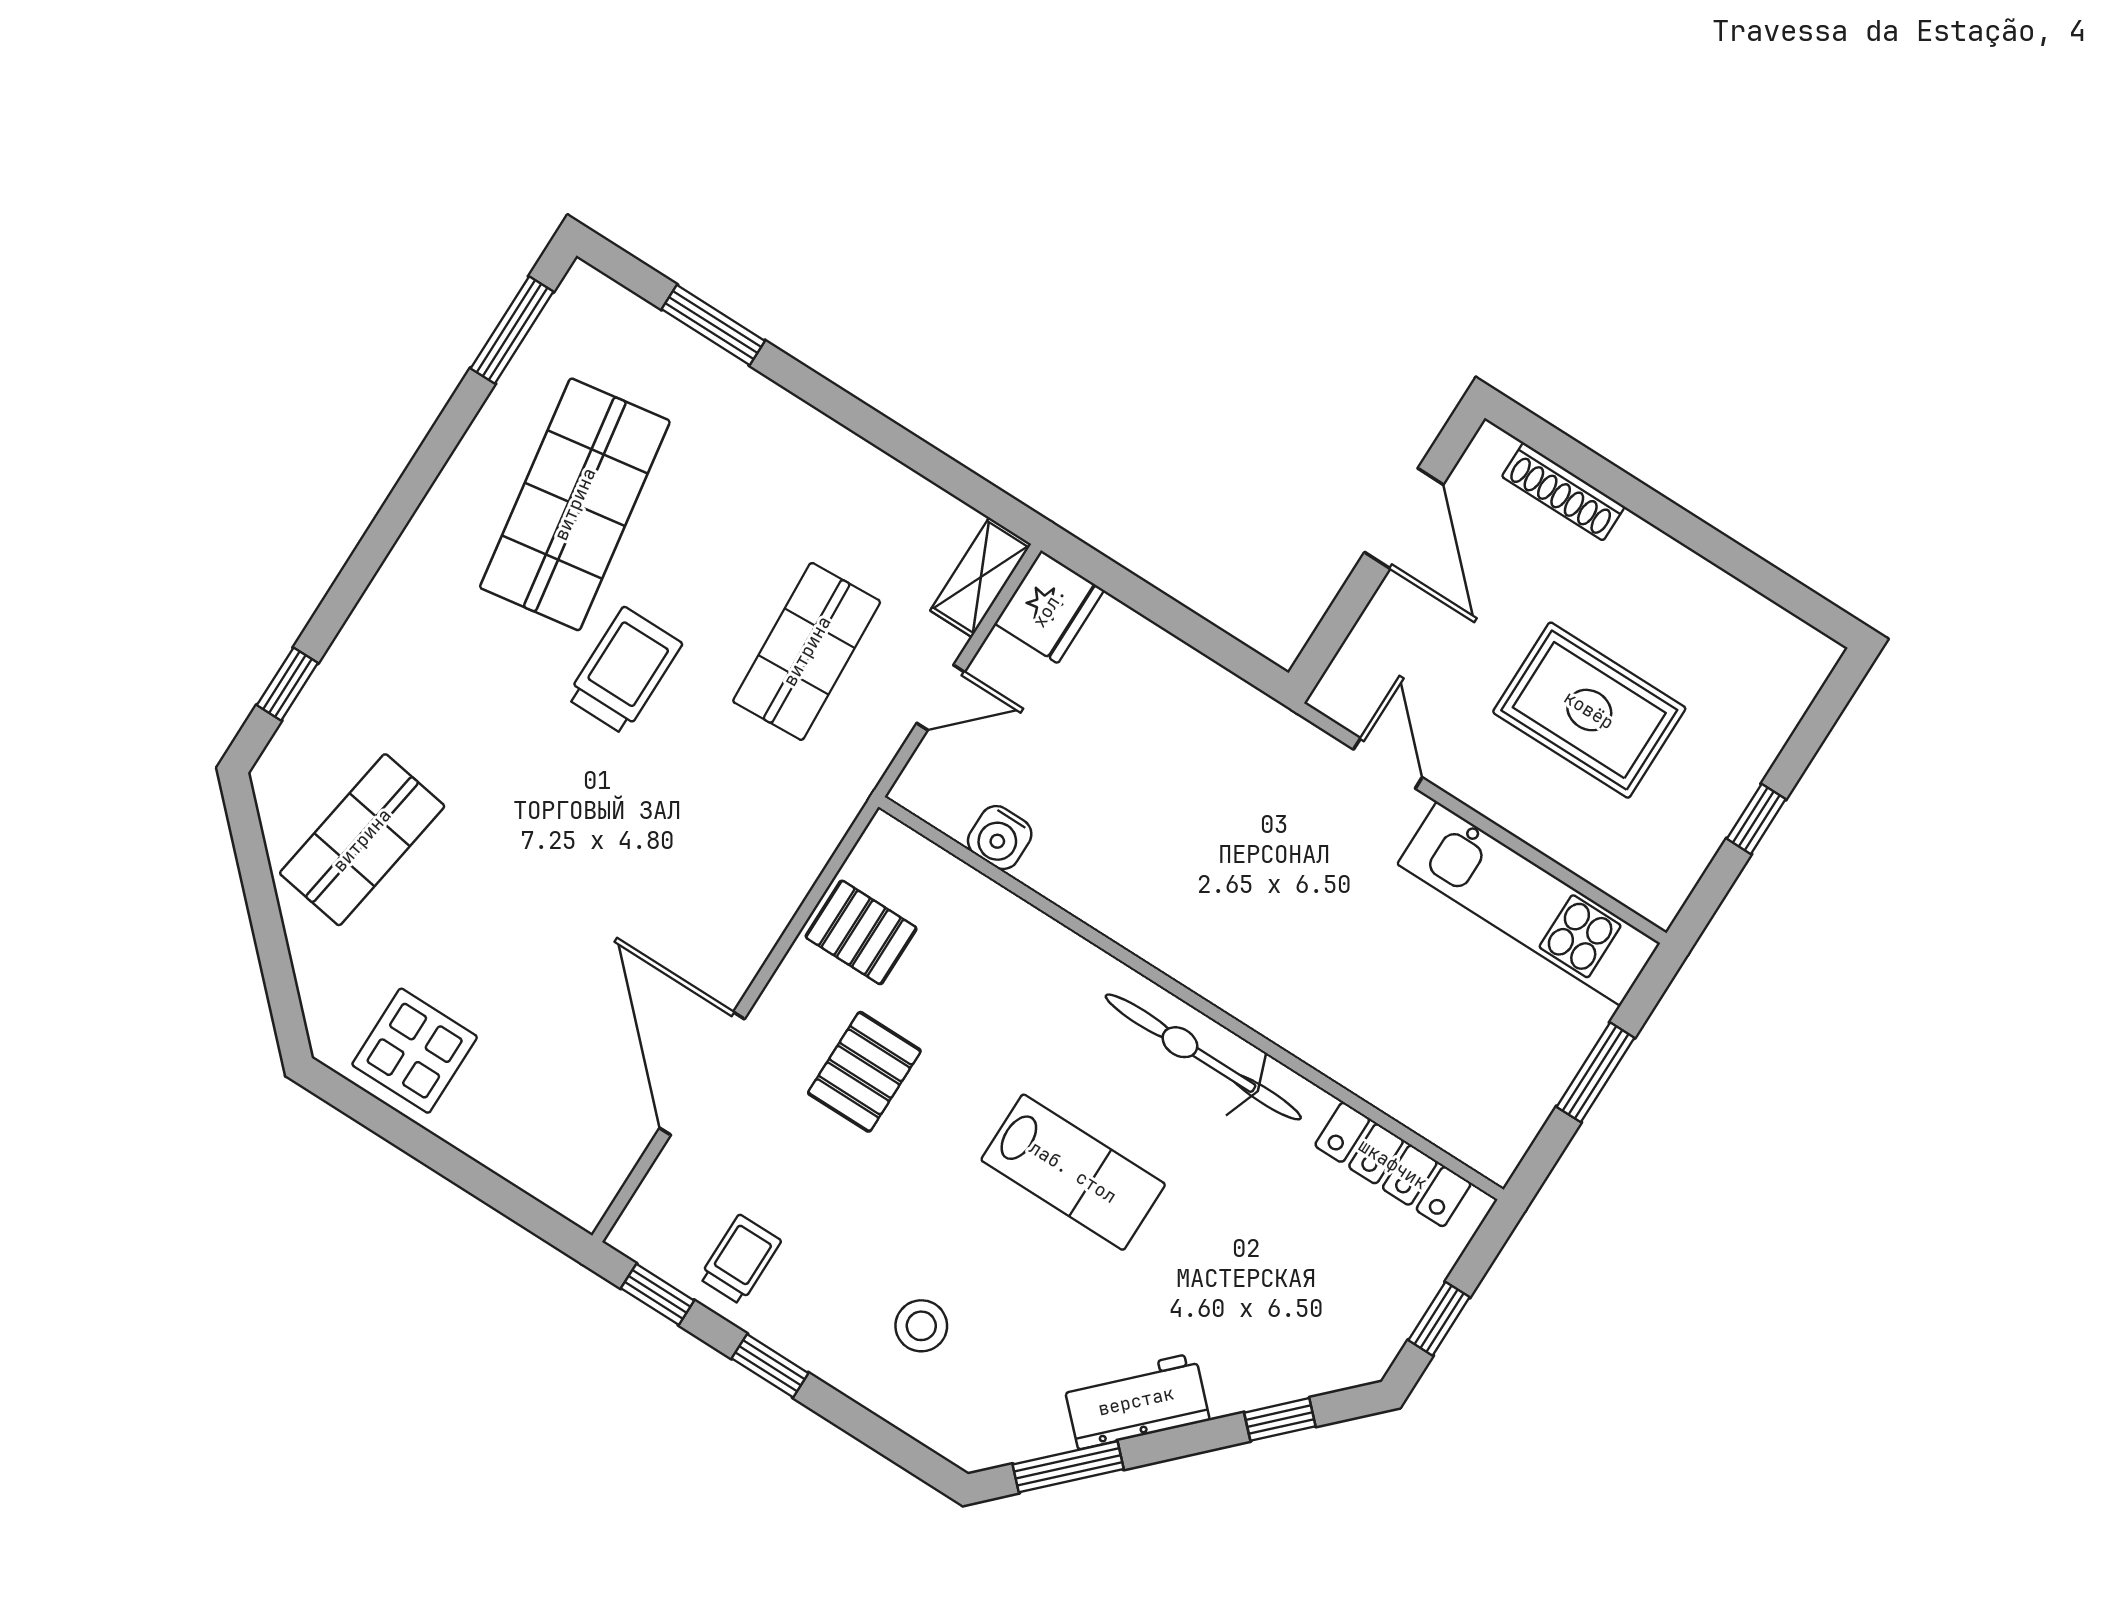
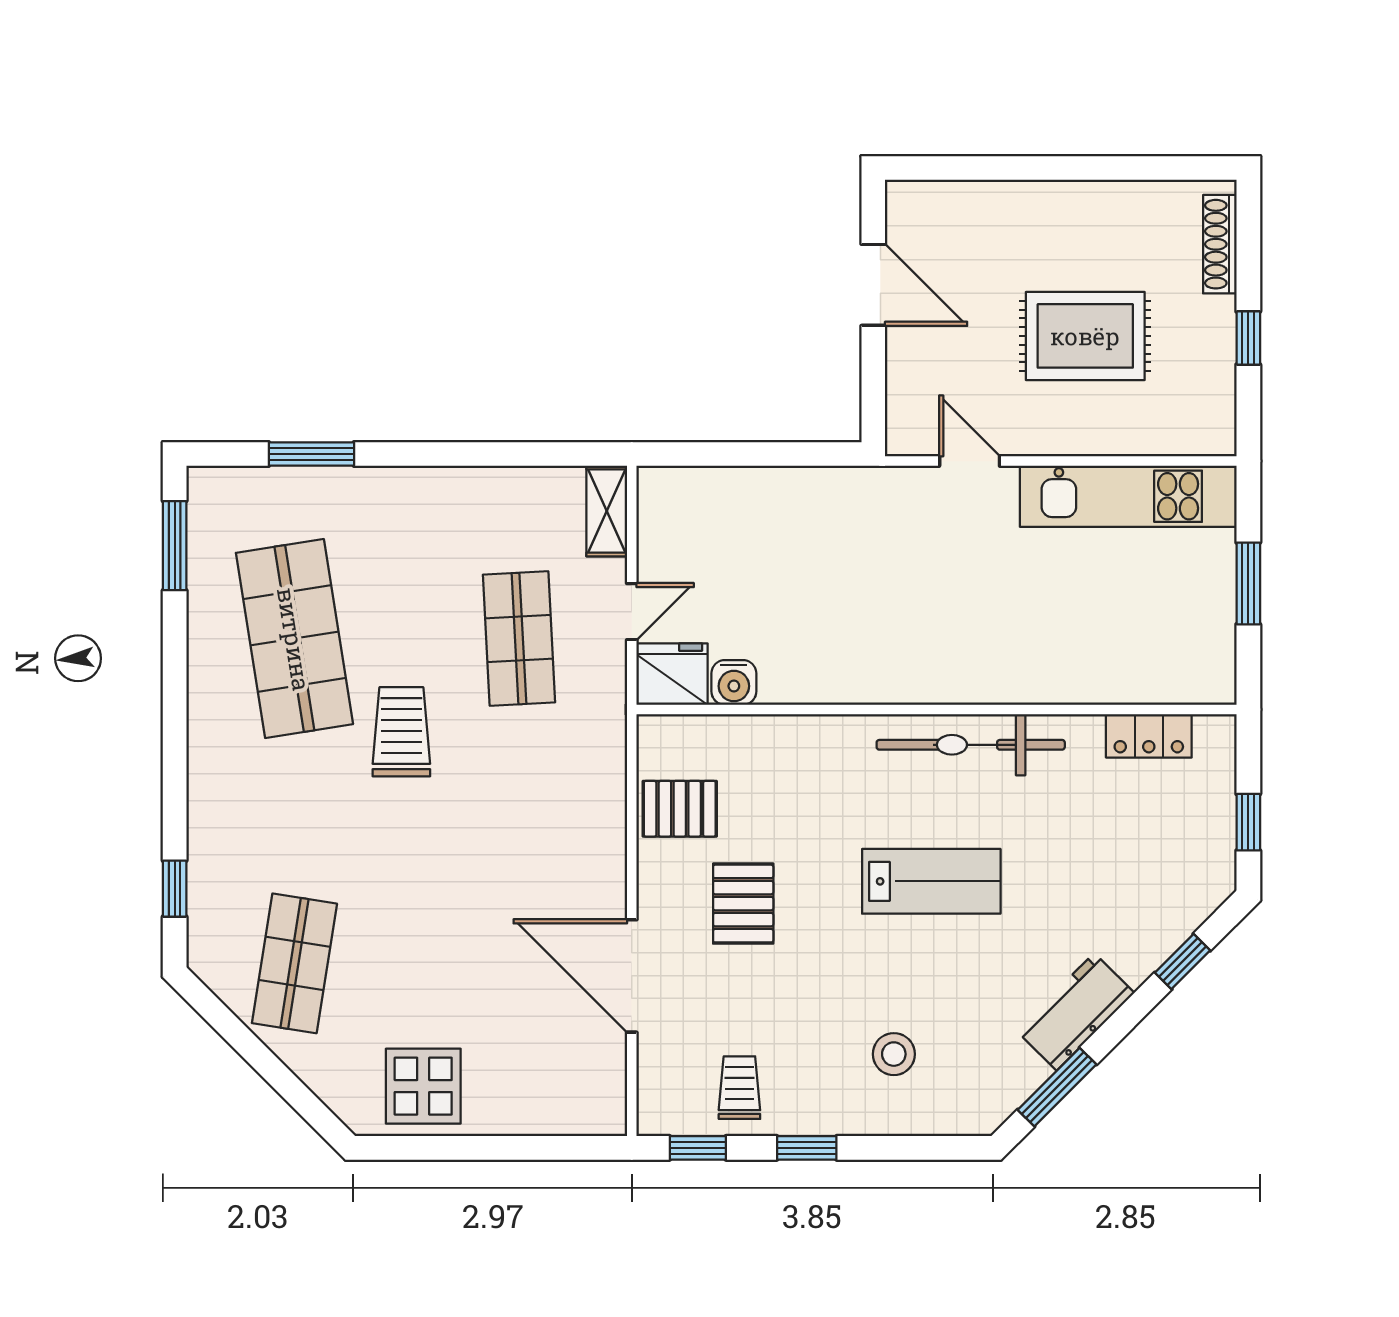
shoe rack: (1563, 492) -> (1220, 244), moved, turned 90
fridge: (1049, 607) -> (672, 674), moved, turned -90
locker: (1393, 1164) -> (1149, 736), width x0.66

